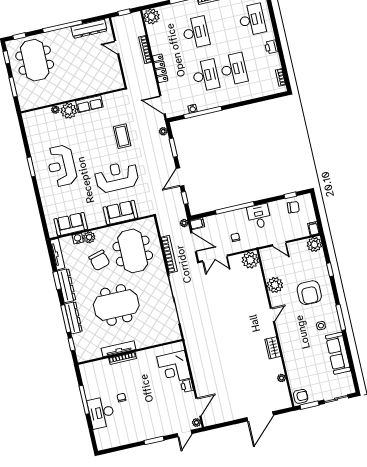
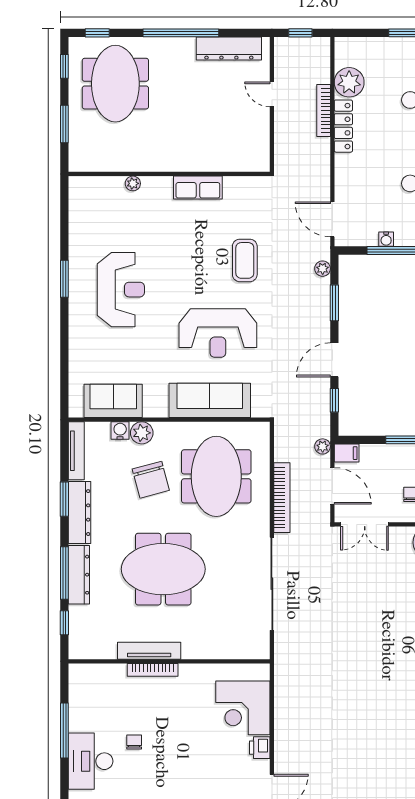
plant: (152, 16) -> (349, 82), moved
locker: (160, 68) -> (343, 126), moved
plant: (69, 111) -> (157, 191), removed
reception desk: (62, 166) -> (121, 290), turned 180
reception desk: (117, 177) -> (218, 333), turned 180
sofa: (120, 212) -> (210, 400), width x1.36

